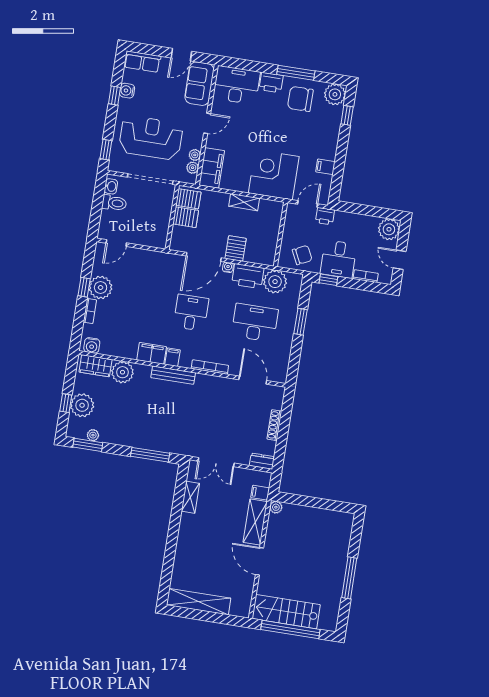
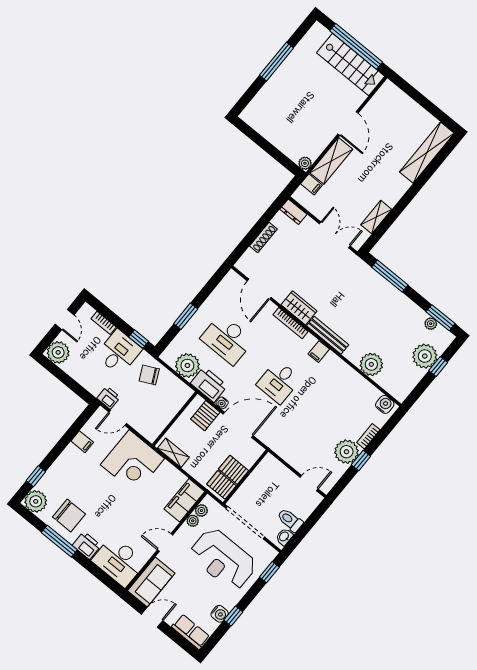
wall: (280, 234) -> (175, 419), moved
filing cabinet: (152, 353) -> (335, 366), removed
wardrobe: (96, 366) -> (299, 308), moved
shelving: (199, 602) -> (427, 153), moved, turned 90

